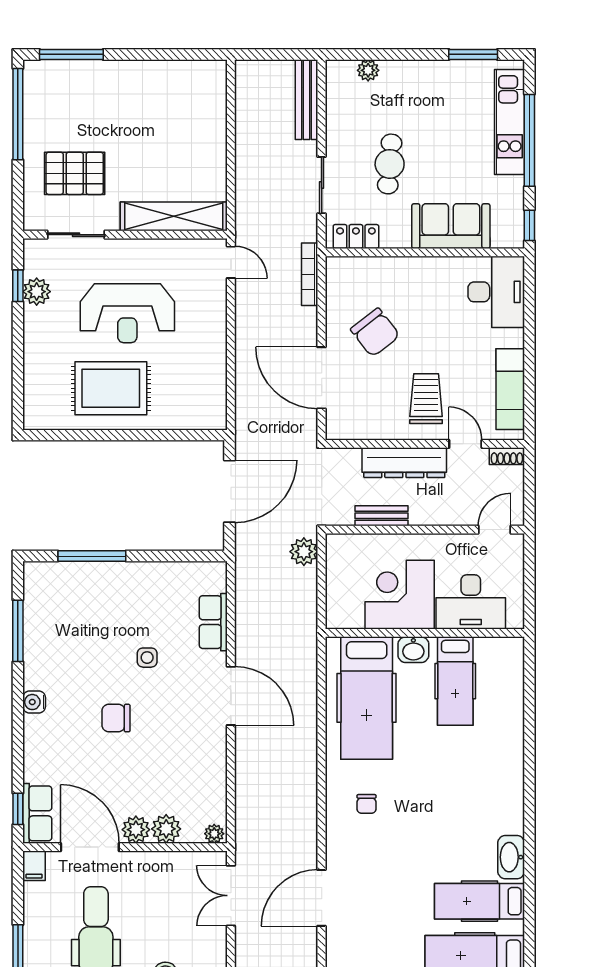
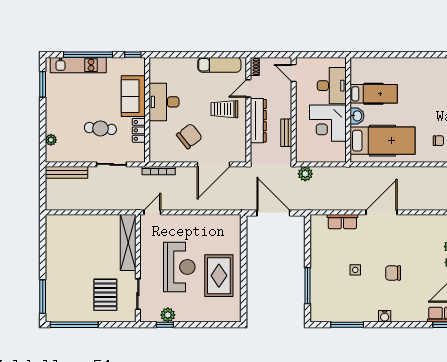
locker: (356, 236) -> (139, 130), moved
desk: (496, 292) -> (164, 102), moved, turned -90
side table: (147, 658) -> (355, 270), moved
chair: (116, 718) -> (393, 273), turned 90

